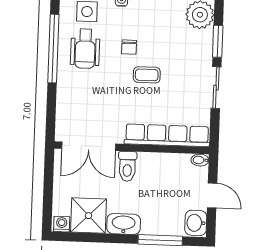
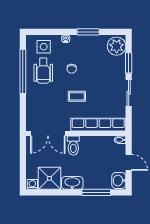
coffee table: (147, 75) -> (77, 96), moved

